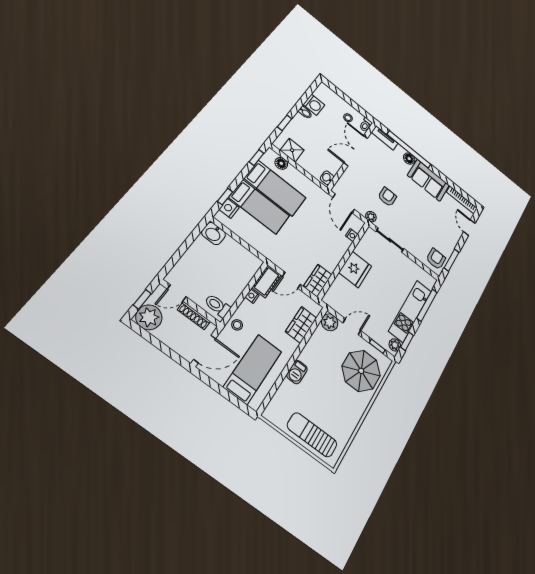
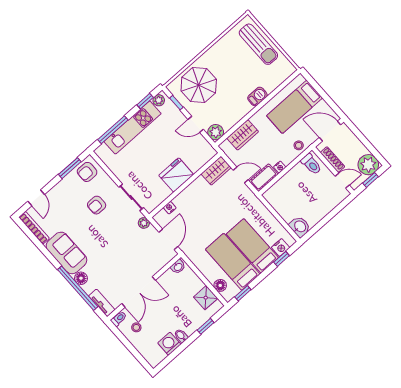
armchair: (387, 197) -> (97, 205), moved

